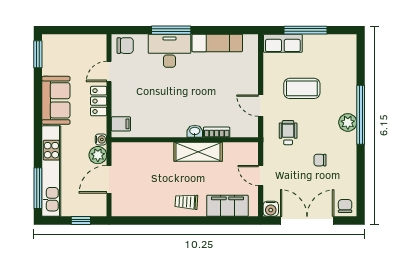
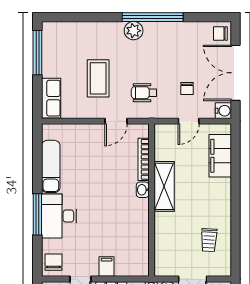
window: (305, 30) -> (37, 53), moved
window: (361, 115) -> (153, 17), moved
filing cabinet: (121, 124) -> (107, 267), moved
bookcase: (217, 132) -> (144, 159), width x1.56
chair: (320, 160) -> (187, 88), moved
trolley: (186, 202) -> (209, 240), moved

